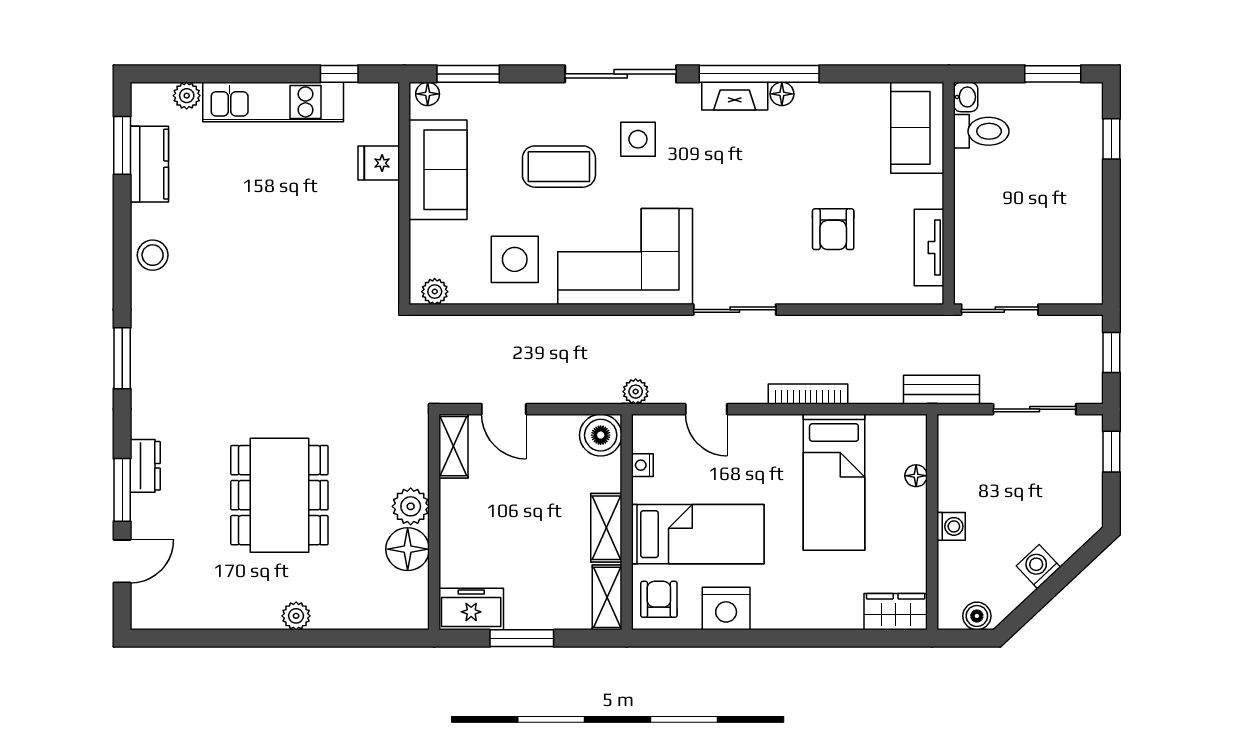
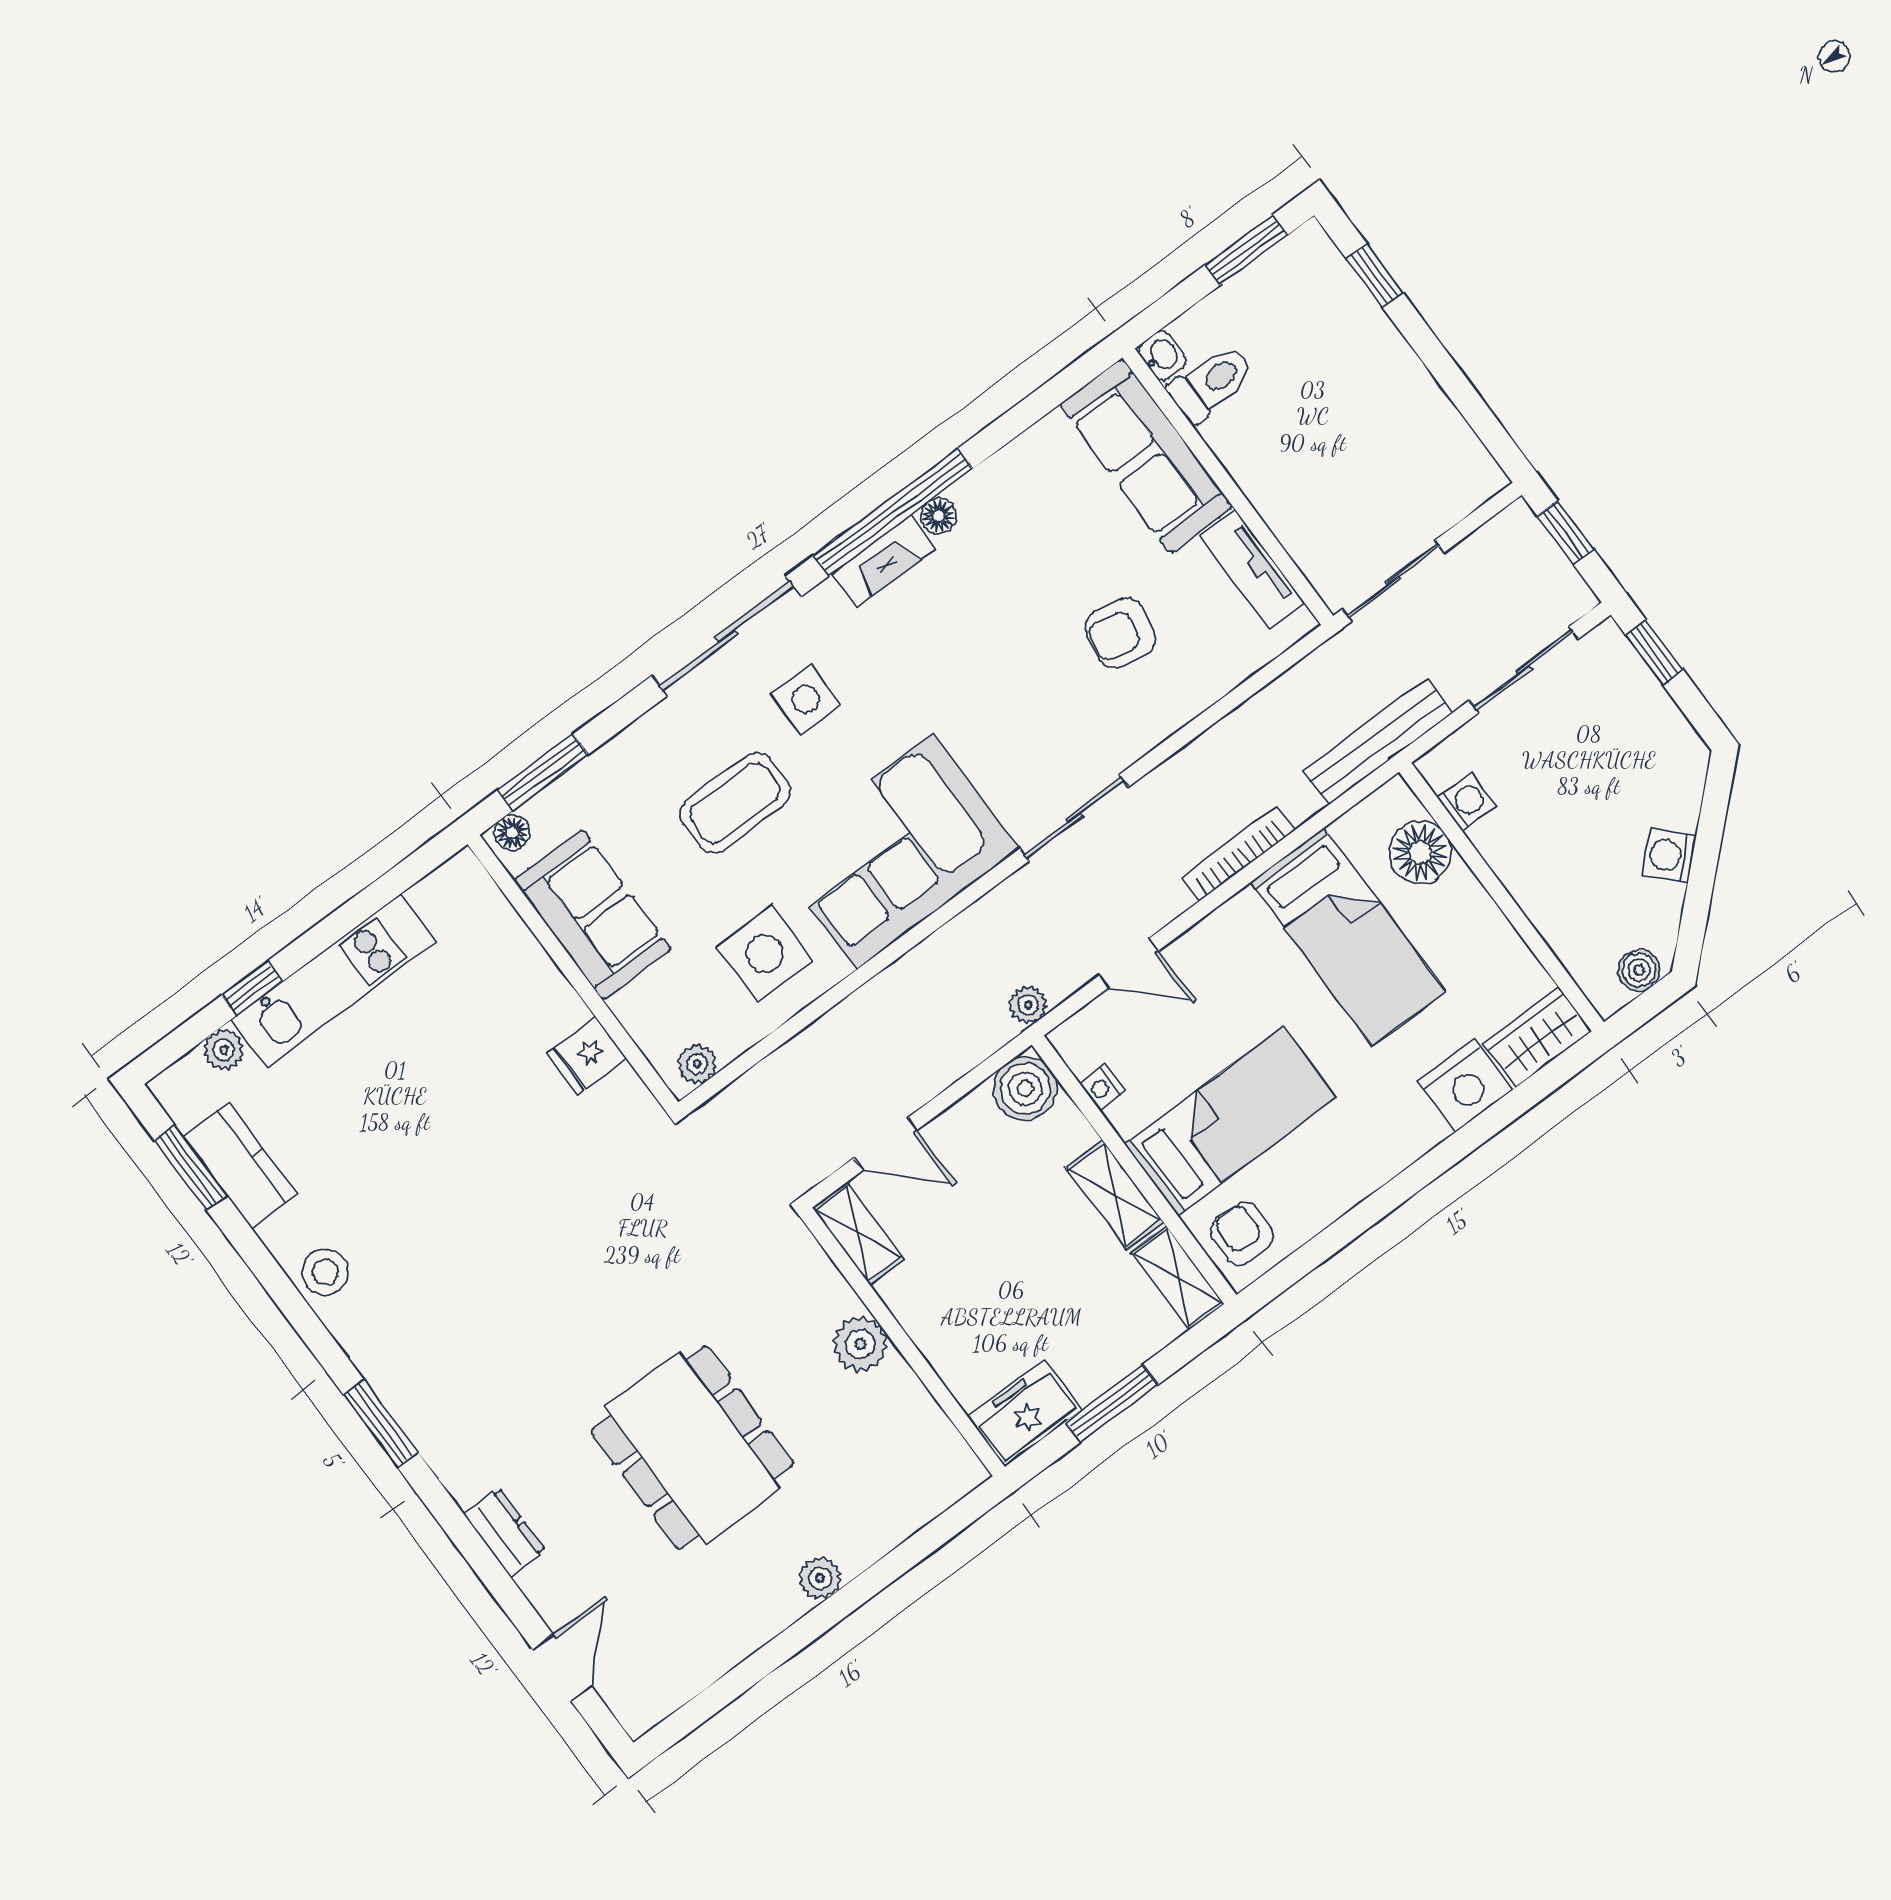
window: (339, 74) -> (252, 988), moved
sofa: (917, 128) -> (1146, 456), width x1.36
fridge: (379, 163) -> (586, 1056), moved
armchair: (833, 229) -> (1121, 633), turned 102
bench: (942, 390) -> (1378, 742), width x1.36
floor lamp: (916, 476) -> (1420, 853), width x1.89, depth x1.89
window: (122, 490) -> (498, 1582), removed
washing machine: (951, 526) -> (1466, 802), moved
floor lamp: (408, 549) -> (895, 1398), removed
nightstand: (726, 609) -> (1465, 1085), moved

